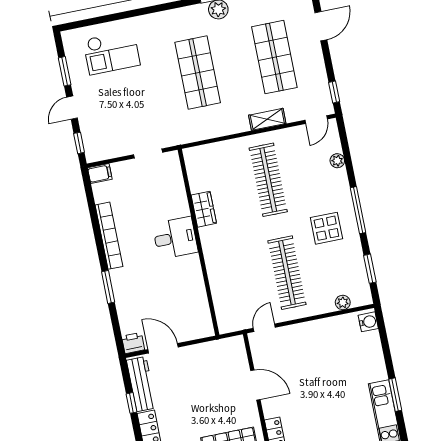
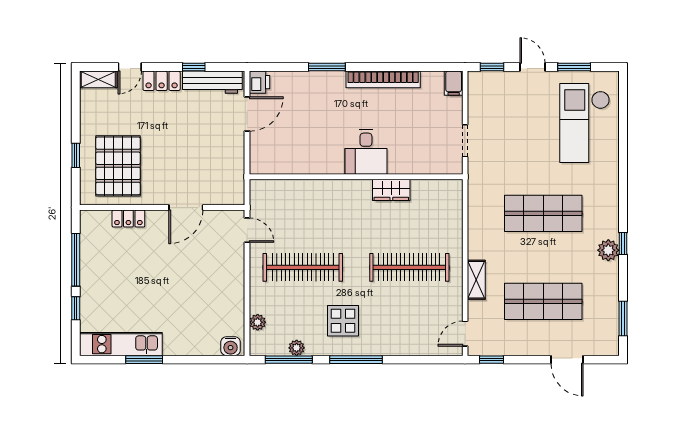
checkout: (112, 52) -> (585, 123), width x1.36, depth x1.21
door: (316, 120) -> (465, 334), hinge flipped
plant: (337, 161) -> (297, 348), moved
window: (370, 269) -> (289, 360), width x1.44

